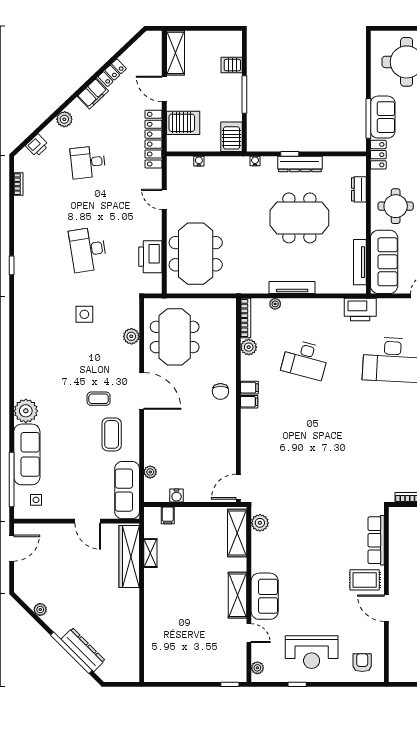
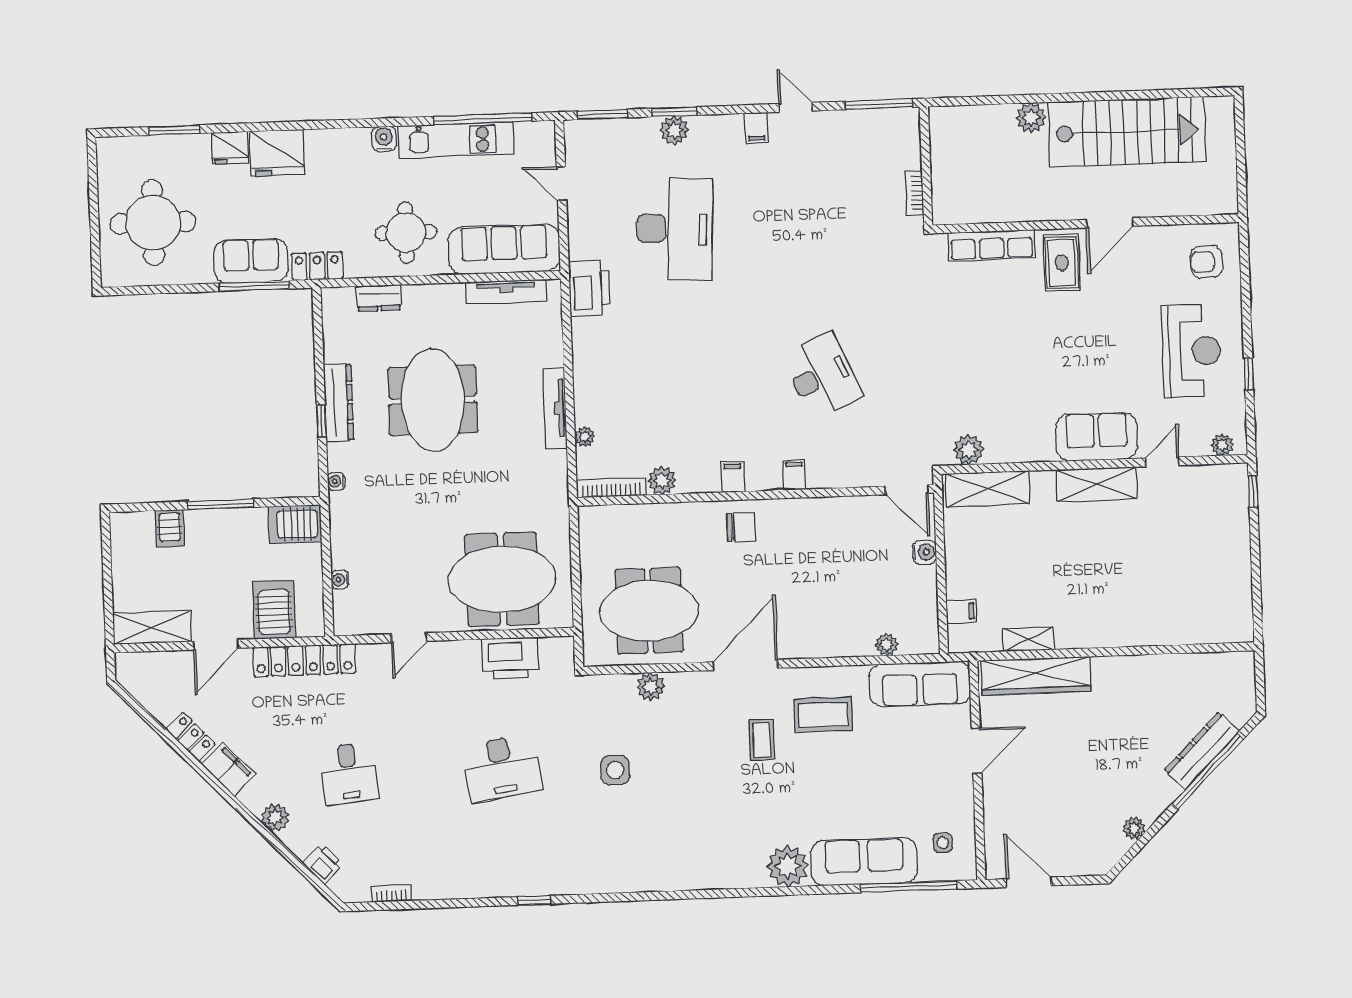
desk: (305, 360) -> (822, 376), moved, turned -39
filing cabinet: (249, 402) -> (794, 475), moved
water cooler: (177, 496) -> (925, 552), moved

